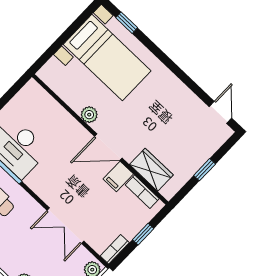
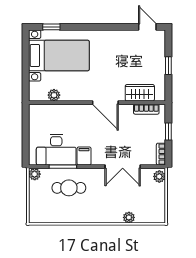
plant: (89, 115) -> (54, 95), moved
door: (108, 147) -> (105, 103), hinge flipped
filing cabinet: (118, 176) -> (84, 156), moved, turned 180

